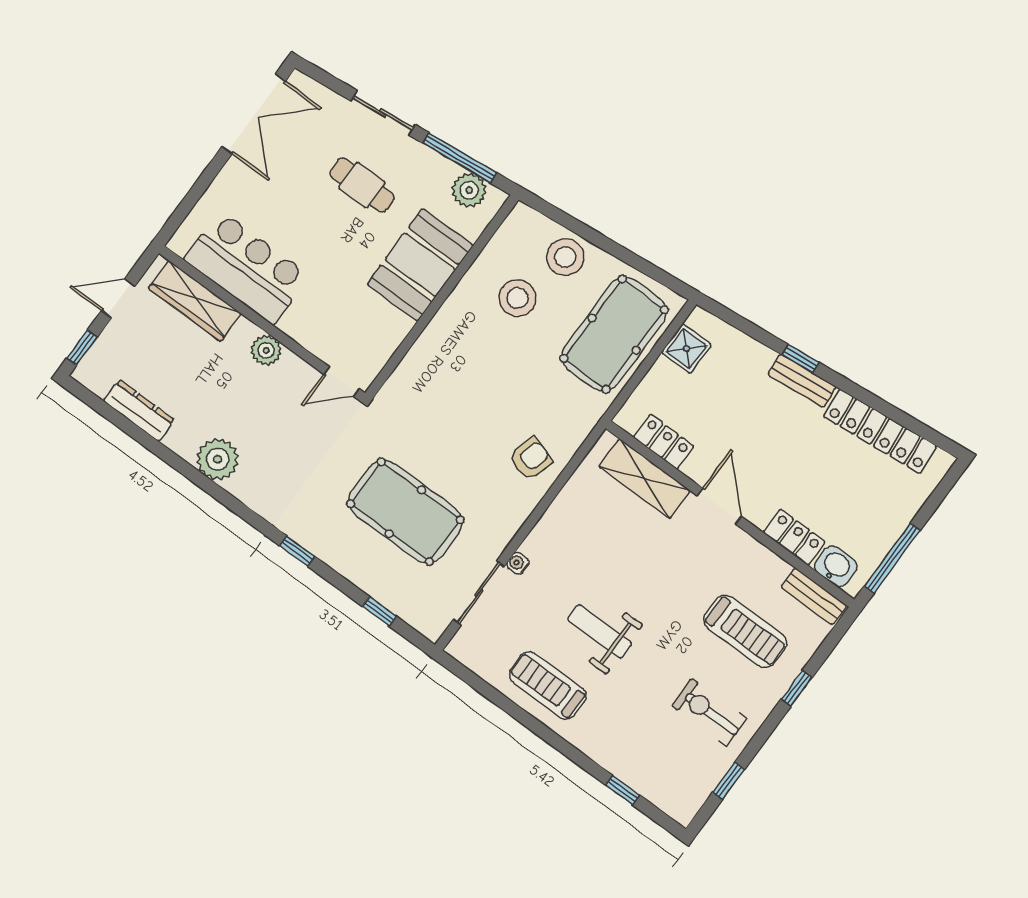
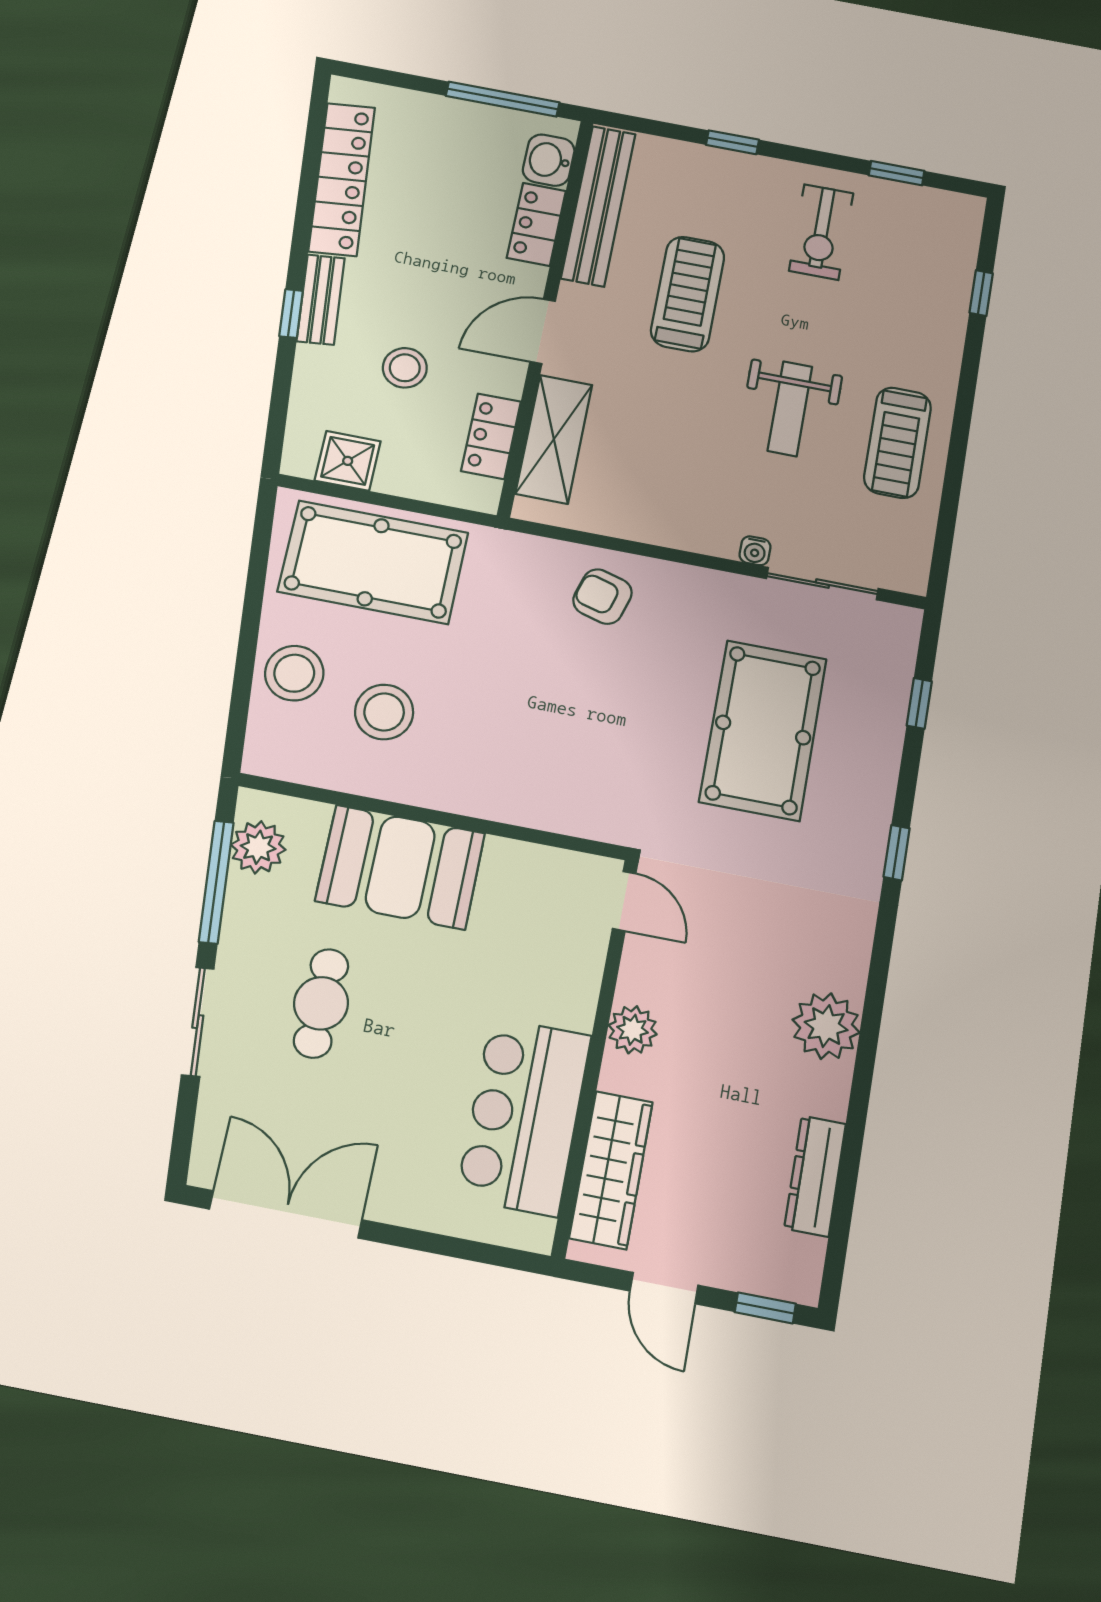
stool: (733, 411) -> (405, 368), added
bench: (814, 596) -> (598, 206), width x1.86, depth x1.21
treadmill: (745, 631) -> (688, 294), moved

